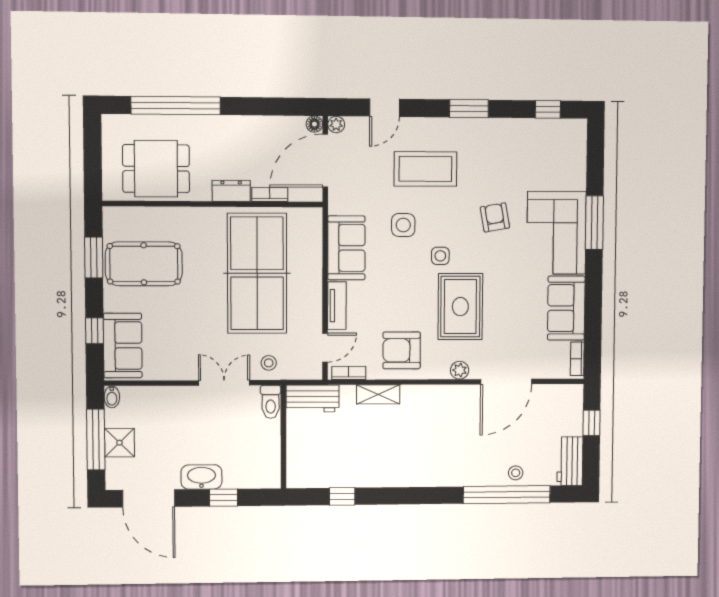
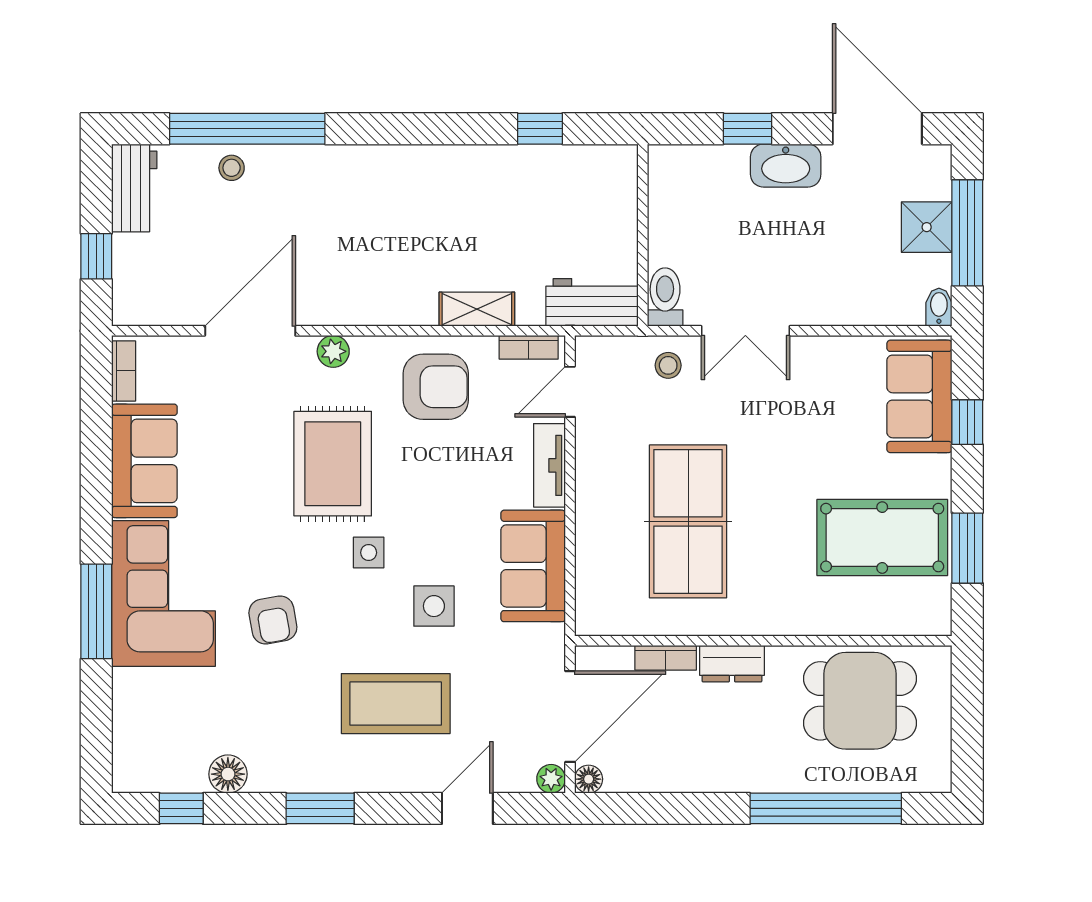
floor lamp: (521, 129) -> (228, 774), added
table tennis table: (257, 273) -> (688, 521), width x0.73, depth x0.76

